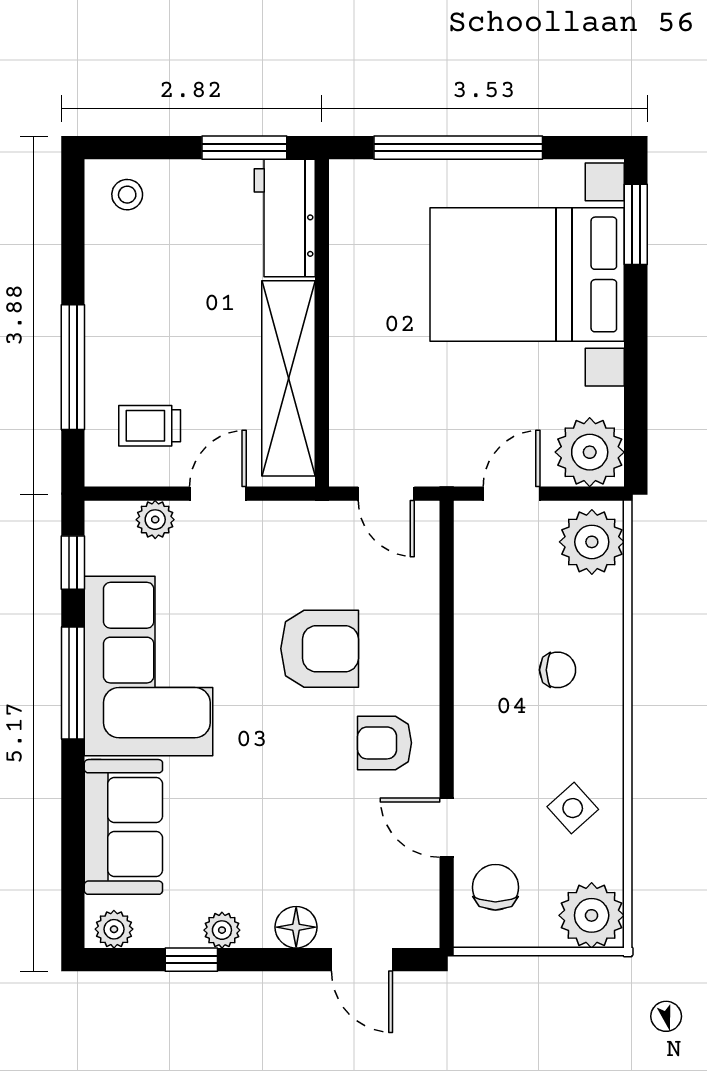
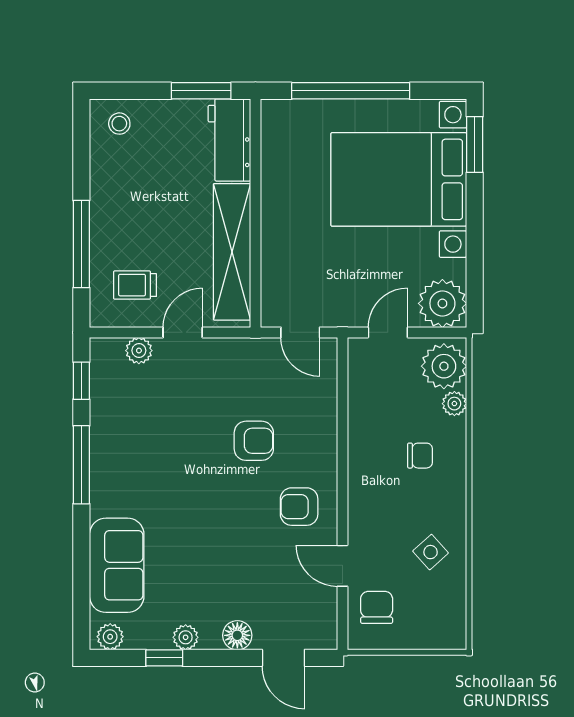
armchair: (320, 649) -> (254, 441), width x0.72, depth x0.72
corner sofa: (149, 666) -> (134, 453), removed
plant: (592, 915) -> (454, 404), moved, width x0.53, depth x0.53

